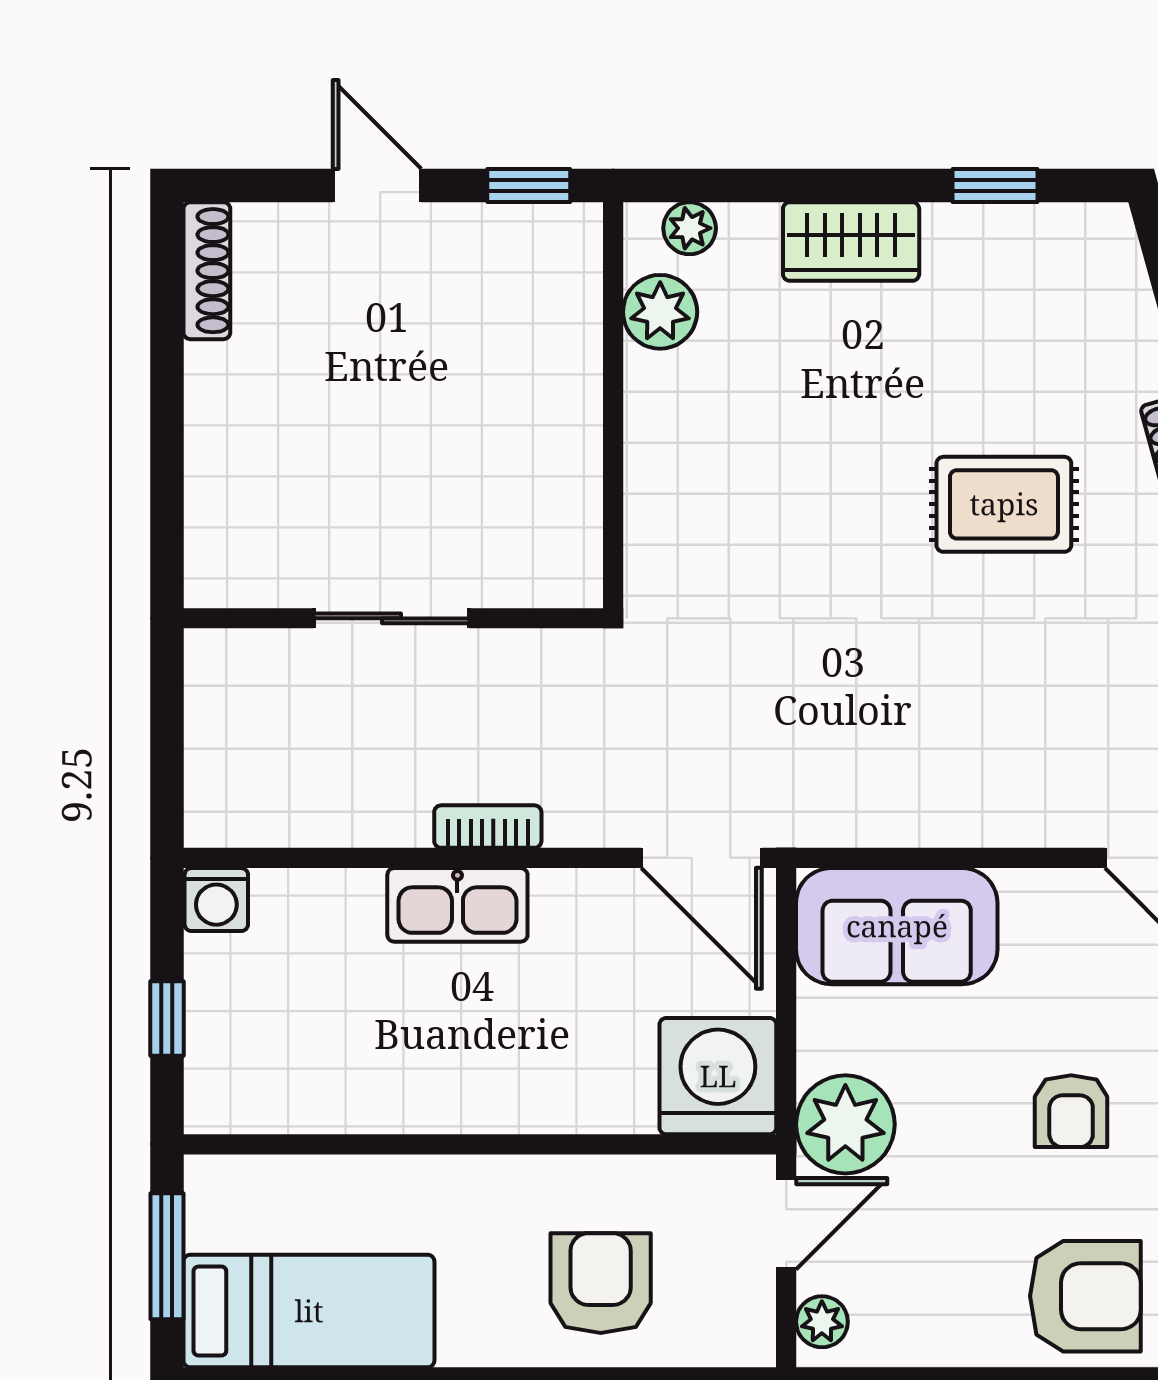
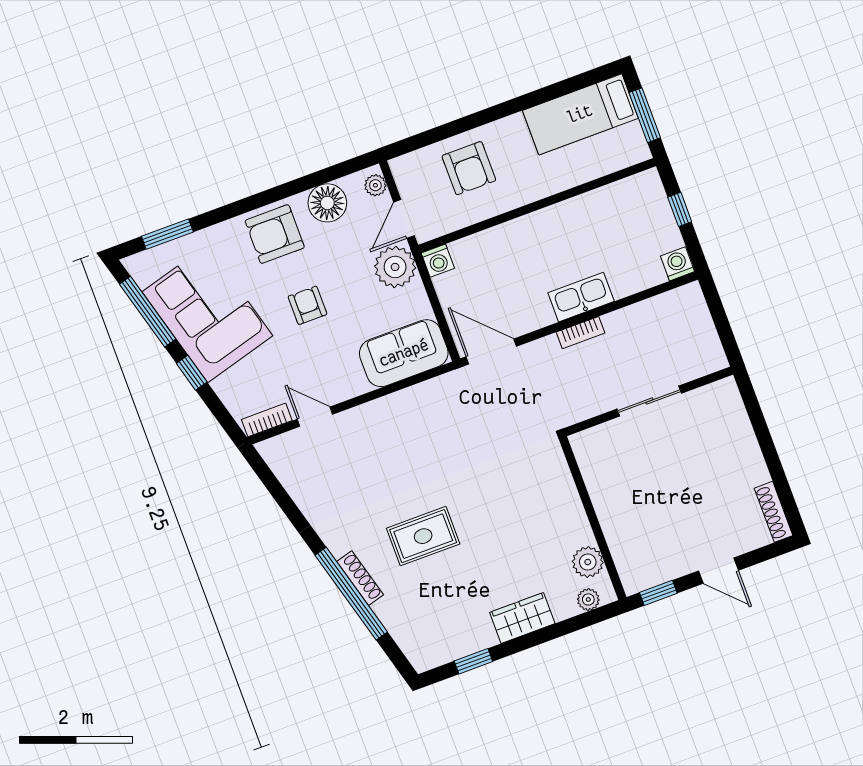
washing machine: (718, 1076) -> (438, 261), width x0.53, depth x0.53
floor lamp: (943, 1322) -> (327, 203), added

